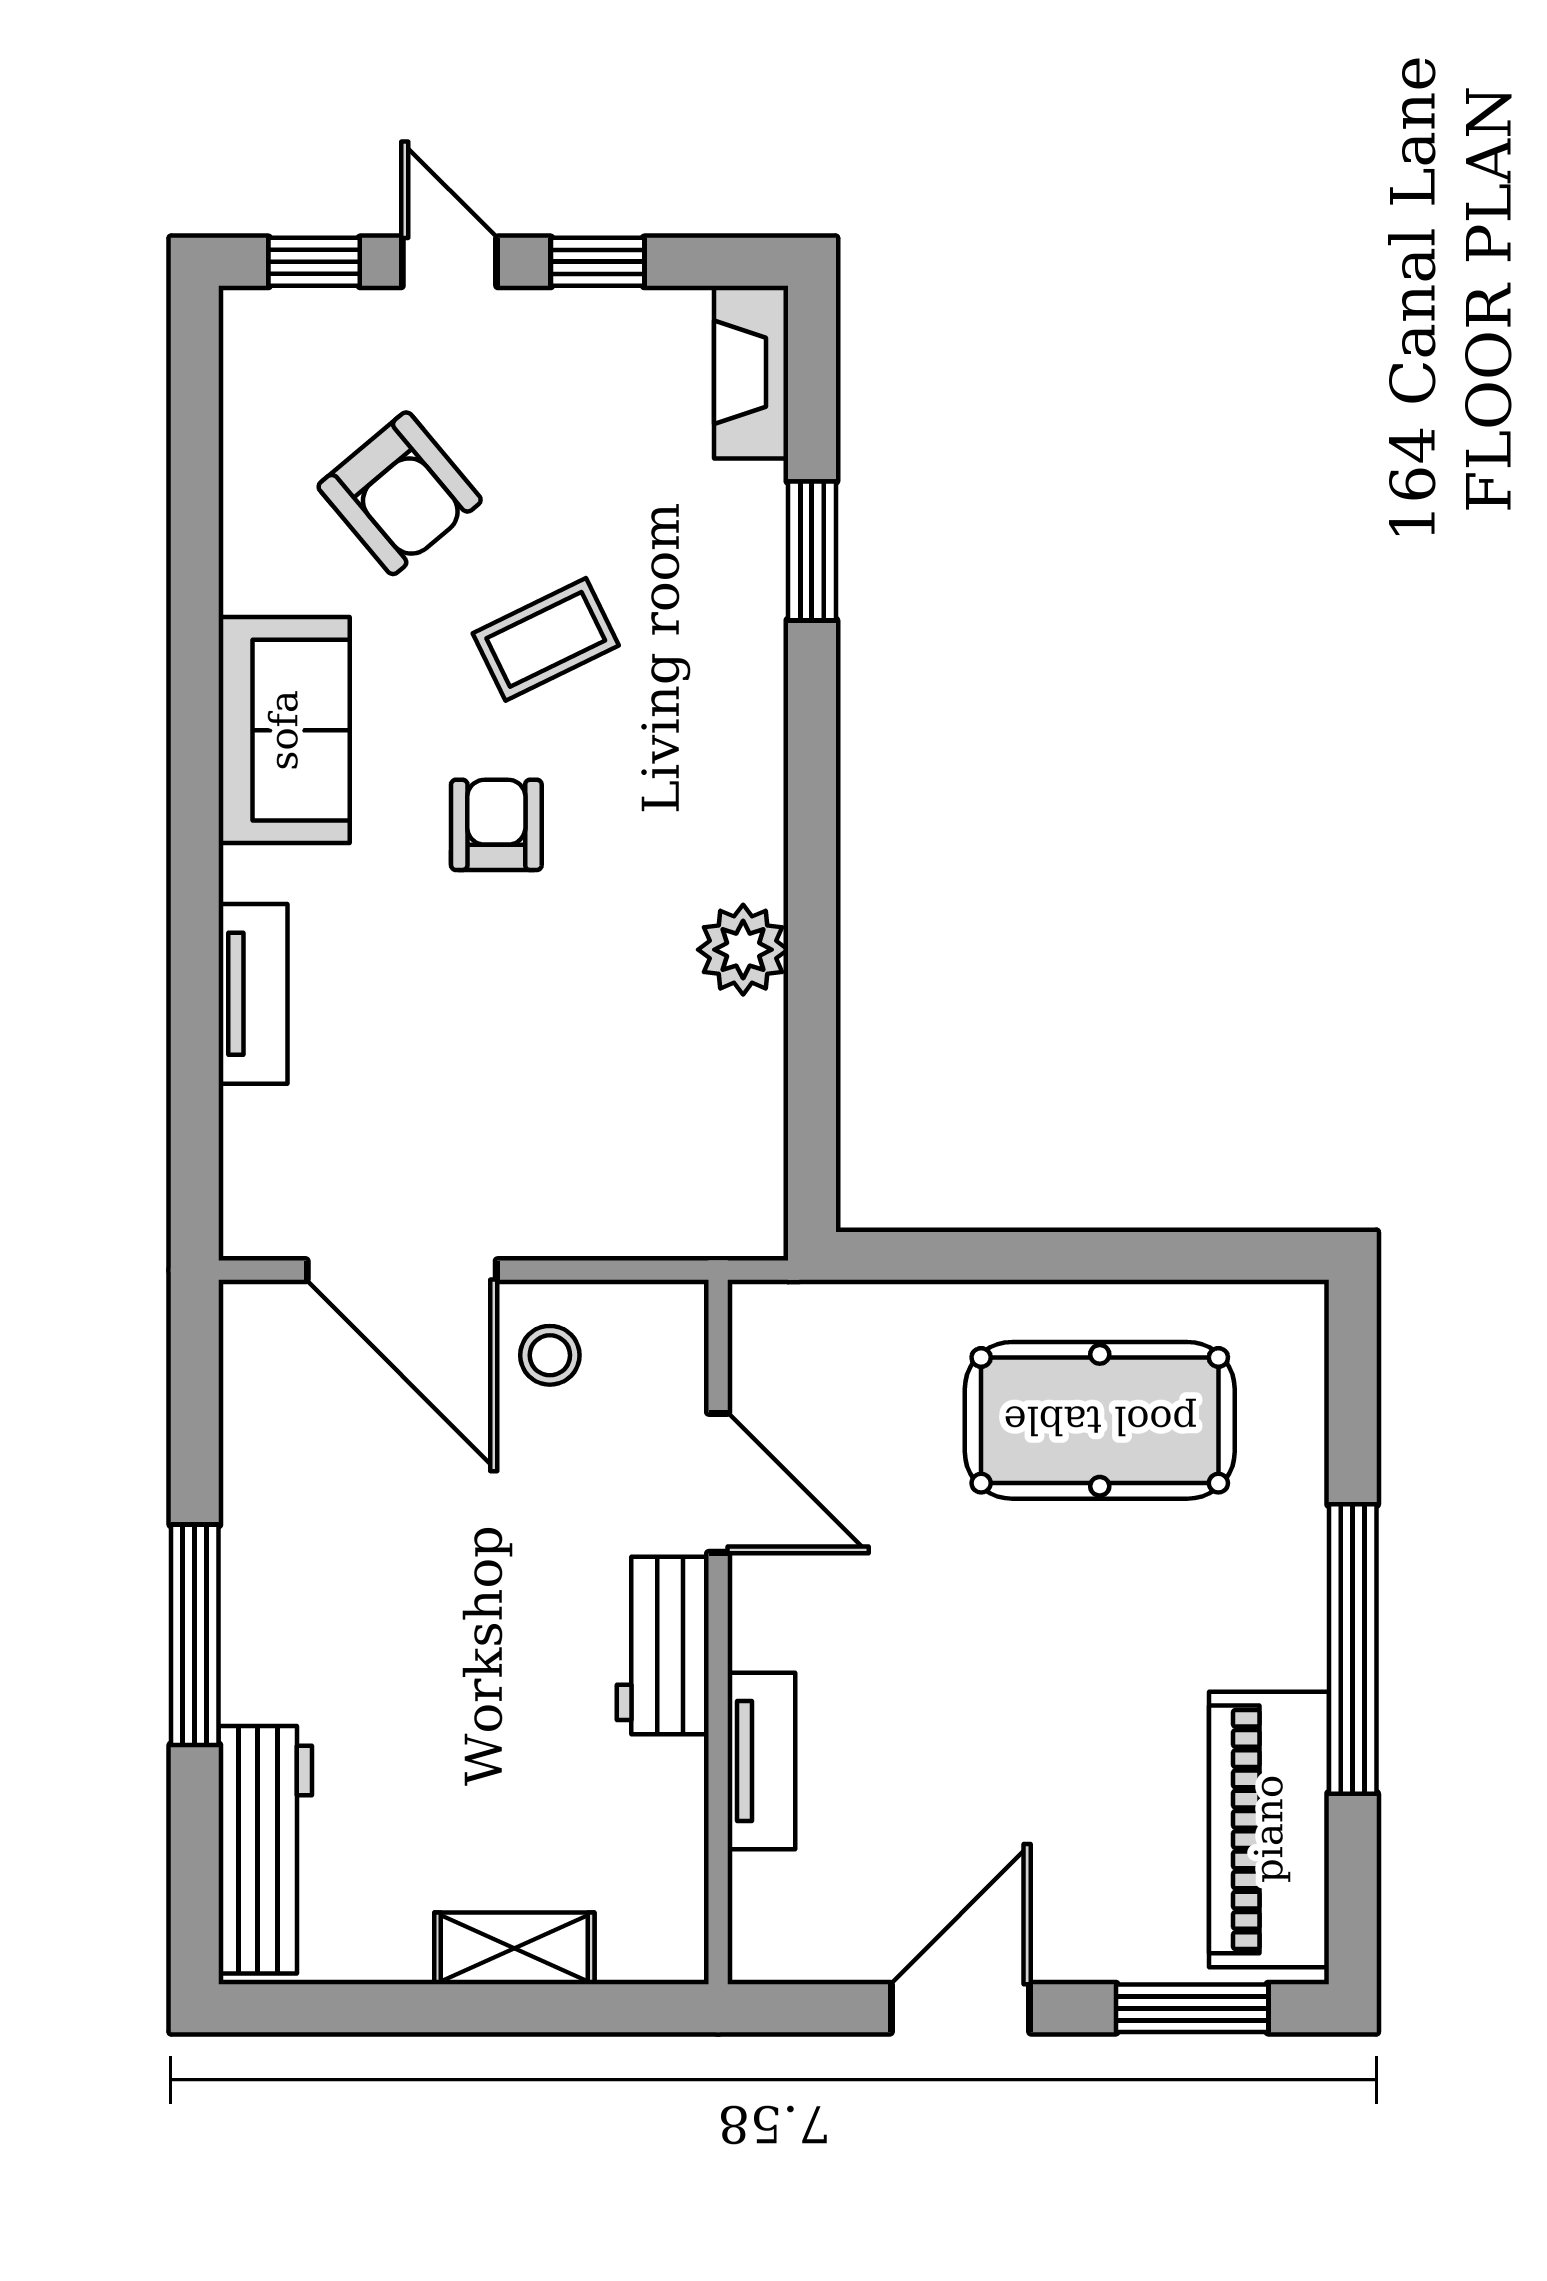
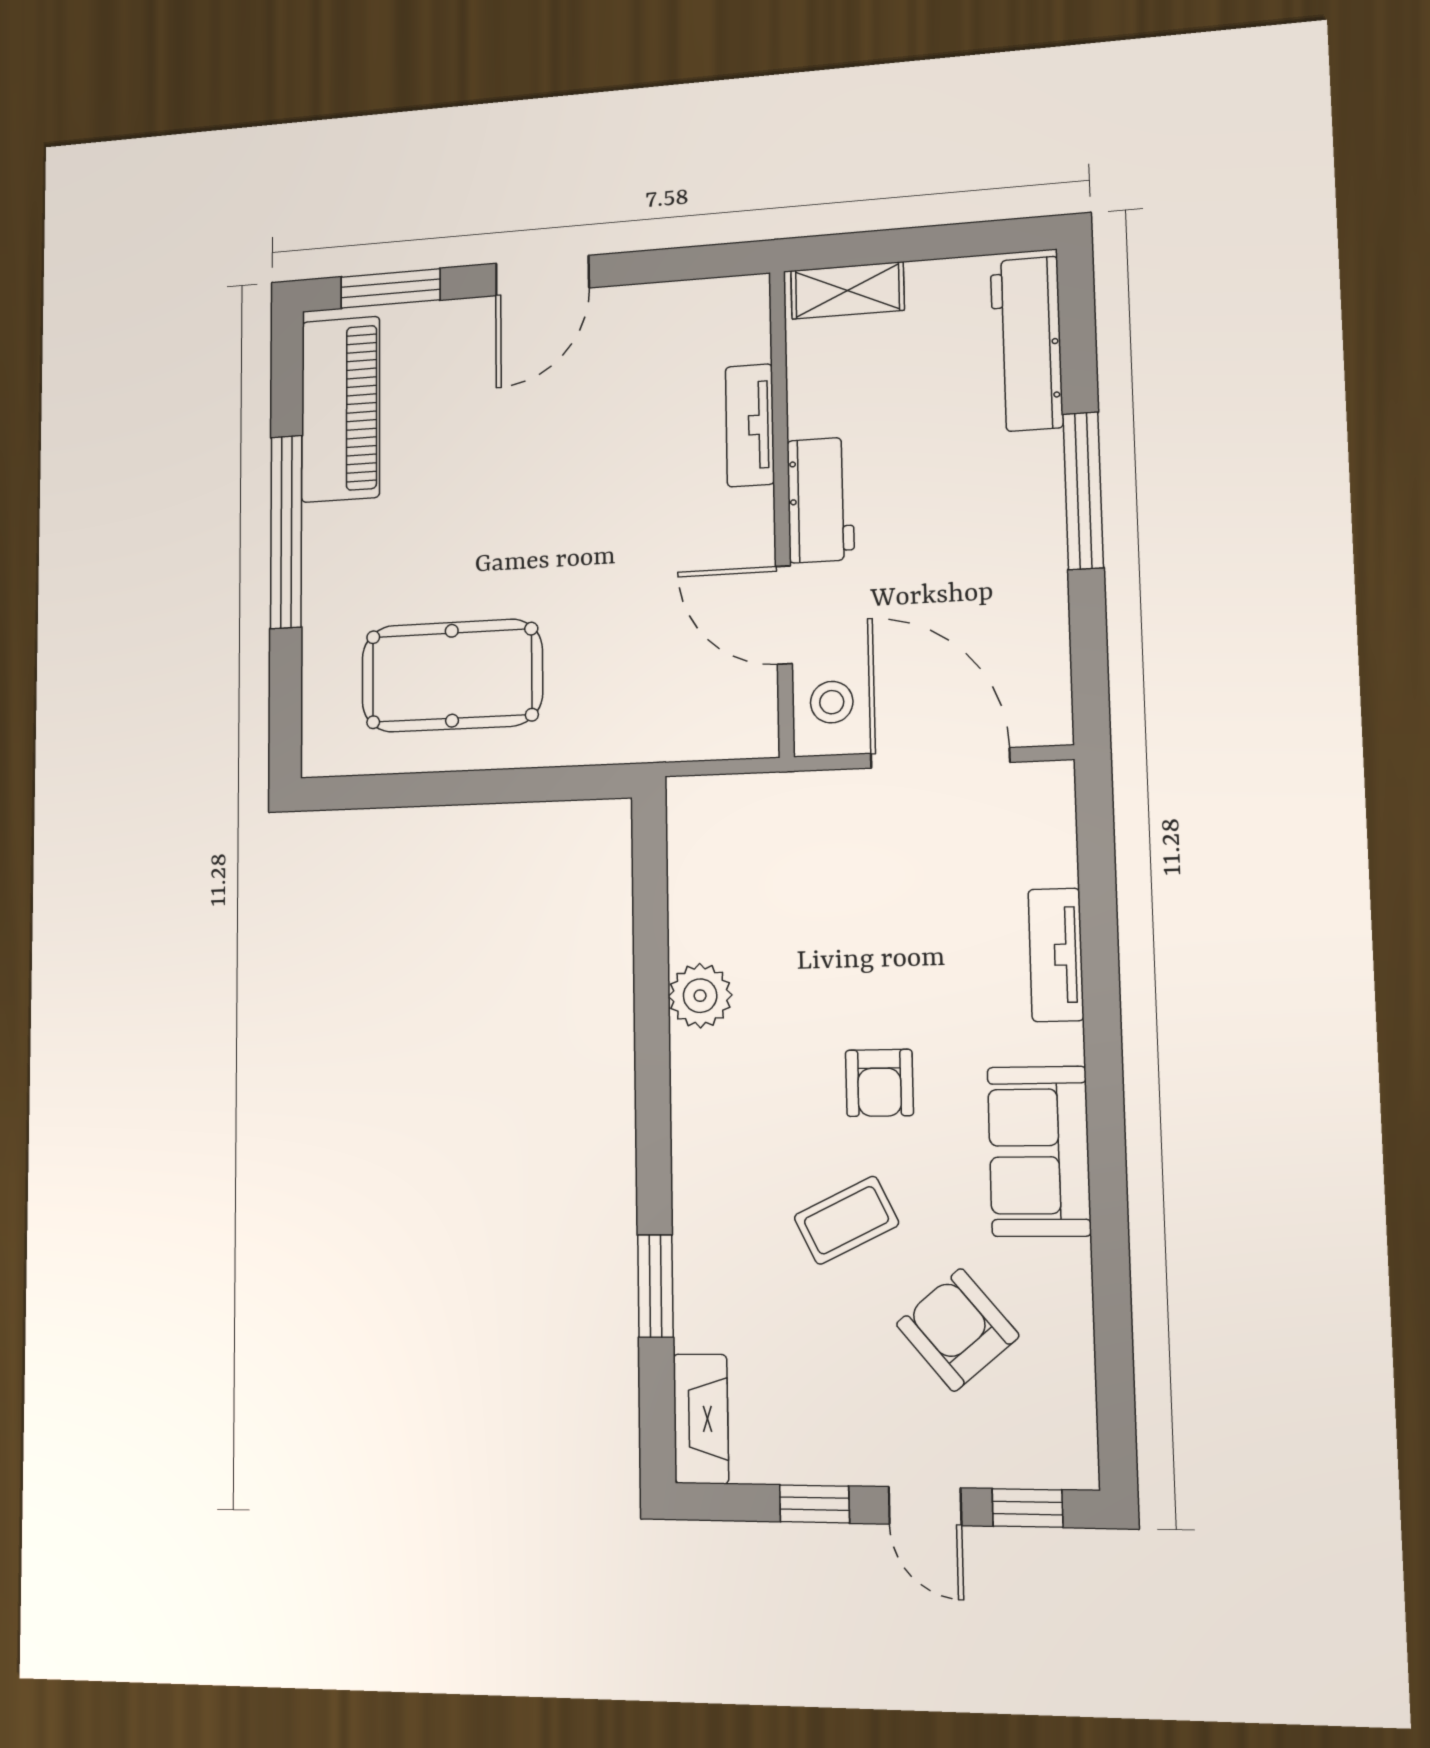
door: (718, 1483) -> (784, 615), moved
wall: (718, 1632) -> (782, 512), moved
workbench: (663, 1645) -> (821, 500), moved
tv unit: (761, 1761) -> (750, 425), moved

